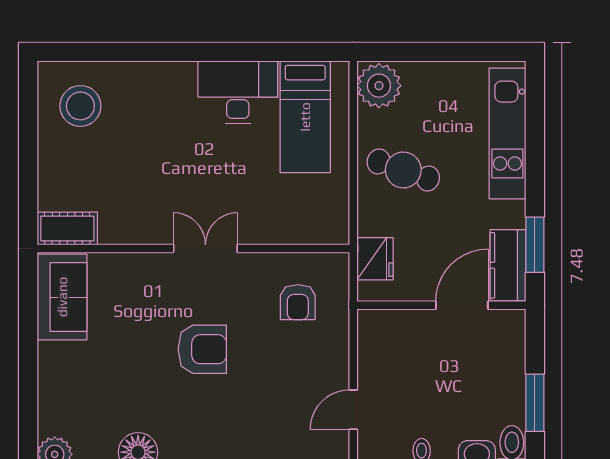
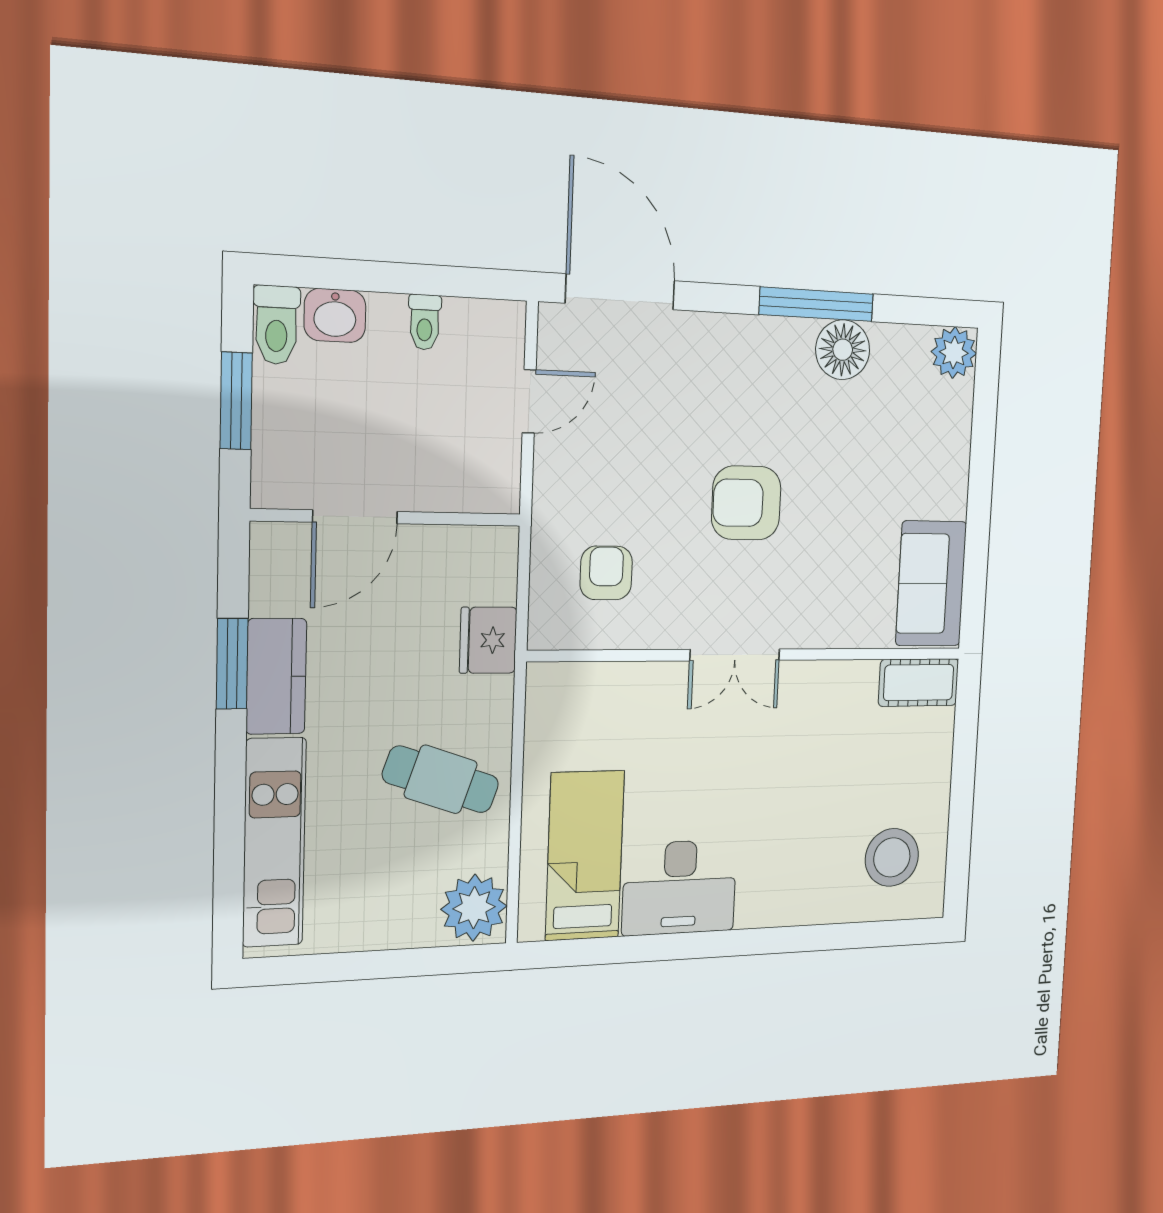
kitchen counter: (508, 265) -> (276, 676), moved
wall: (441, 305) -> (388, 517), moved
door: (462, 305) -> (355, 517), moved

